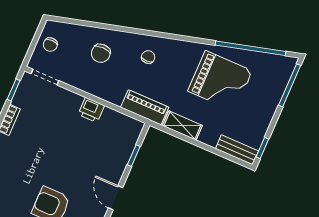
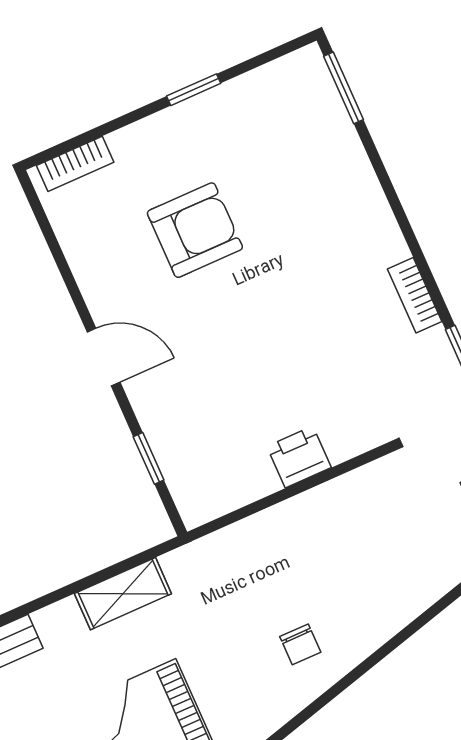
chair: (101, 53) -> (384, 566), removed
piano: (145, 107) -> (217, 556), removed

